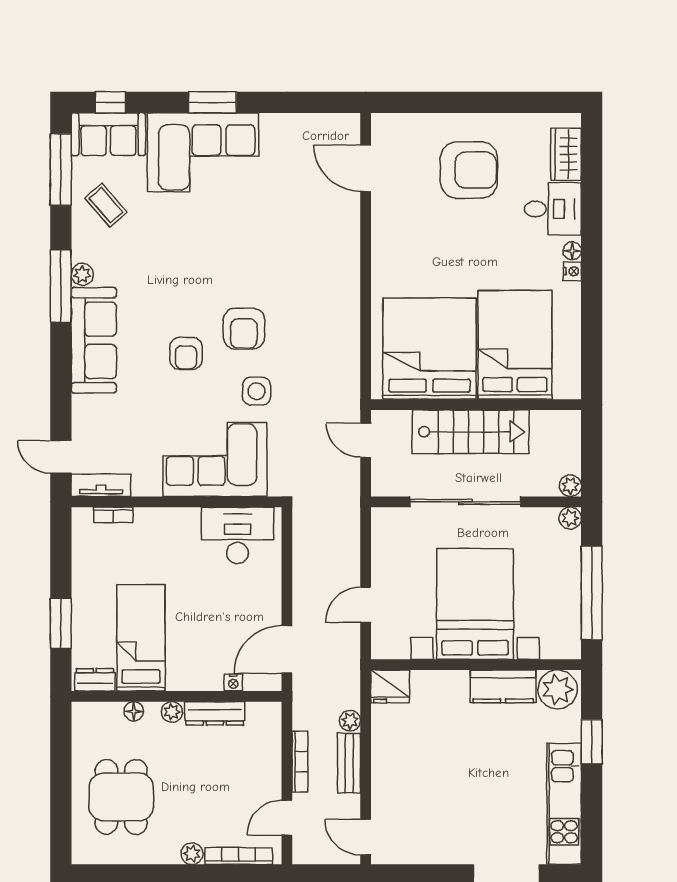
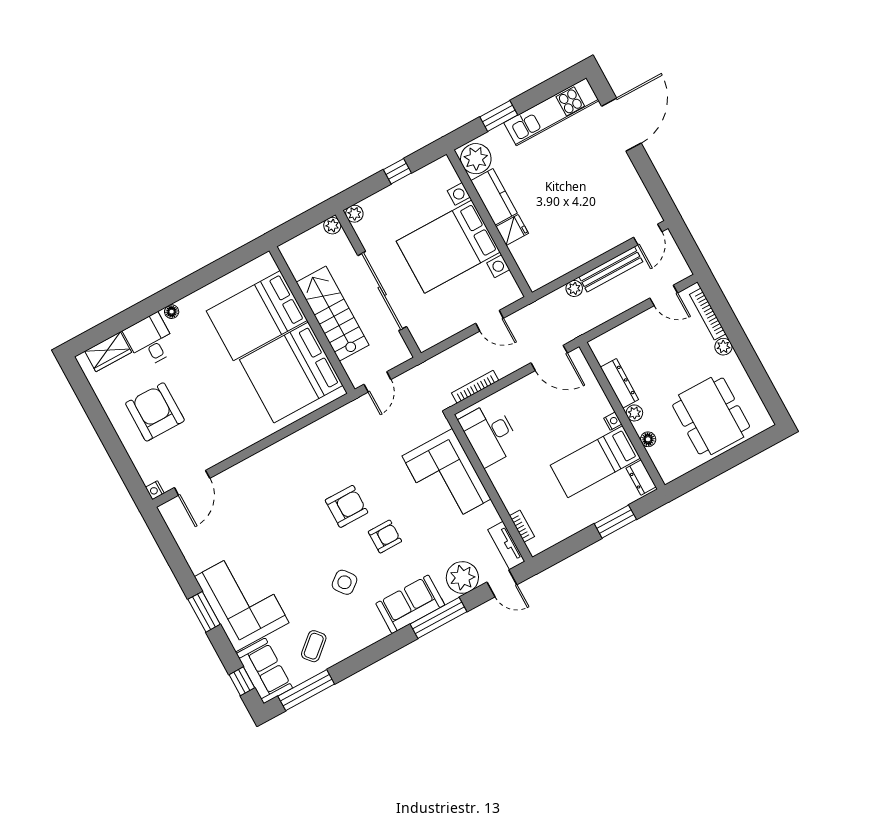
nightstand: (572, 271) -> (155, 490), moved, turned -90
plant: (82, 274) -> (462, 578), moved, width x1.87, depth x1.87
window: (61, 286) -> (439, 618), moved
sofa: (94, 340) -> (410, 604), width x0.73
side table: (257, 391) -> (344, 582), moved, turned -38
door: (61, 457) -> (502, 583), hinge flipped
window: (592, 593) -> (397, 171), width x0.32
nightstand: (233, 682) -> (613, 421), moved
fridge: (390, 687) -> (512, 230), moved, width x0.72
bookcase: (300, 761) -> (475, 387), moved
bench: (349, 763) -> (611, 269), width x1.36
dining table: (121, 797) -> (711, 416), width x1.38

